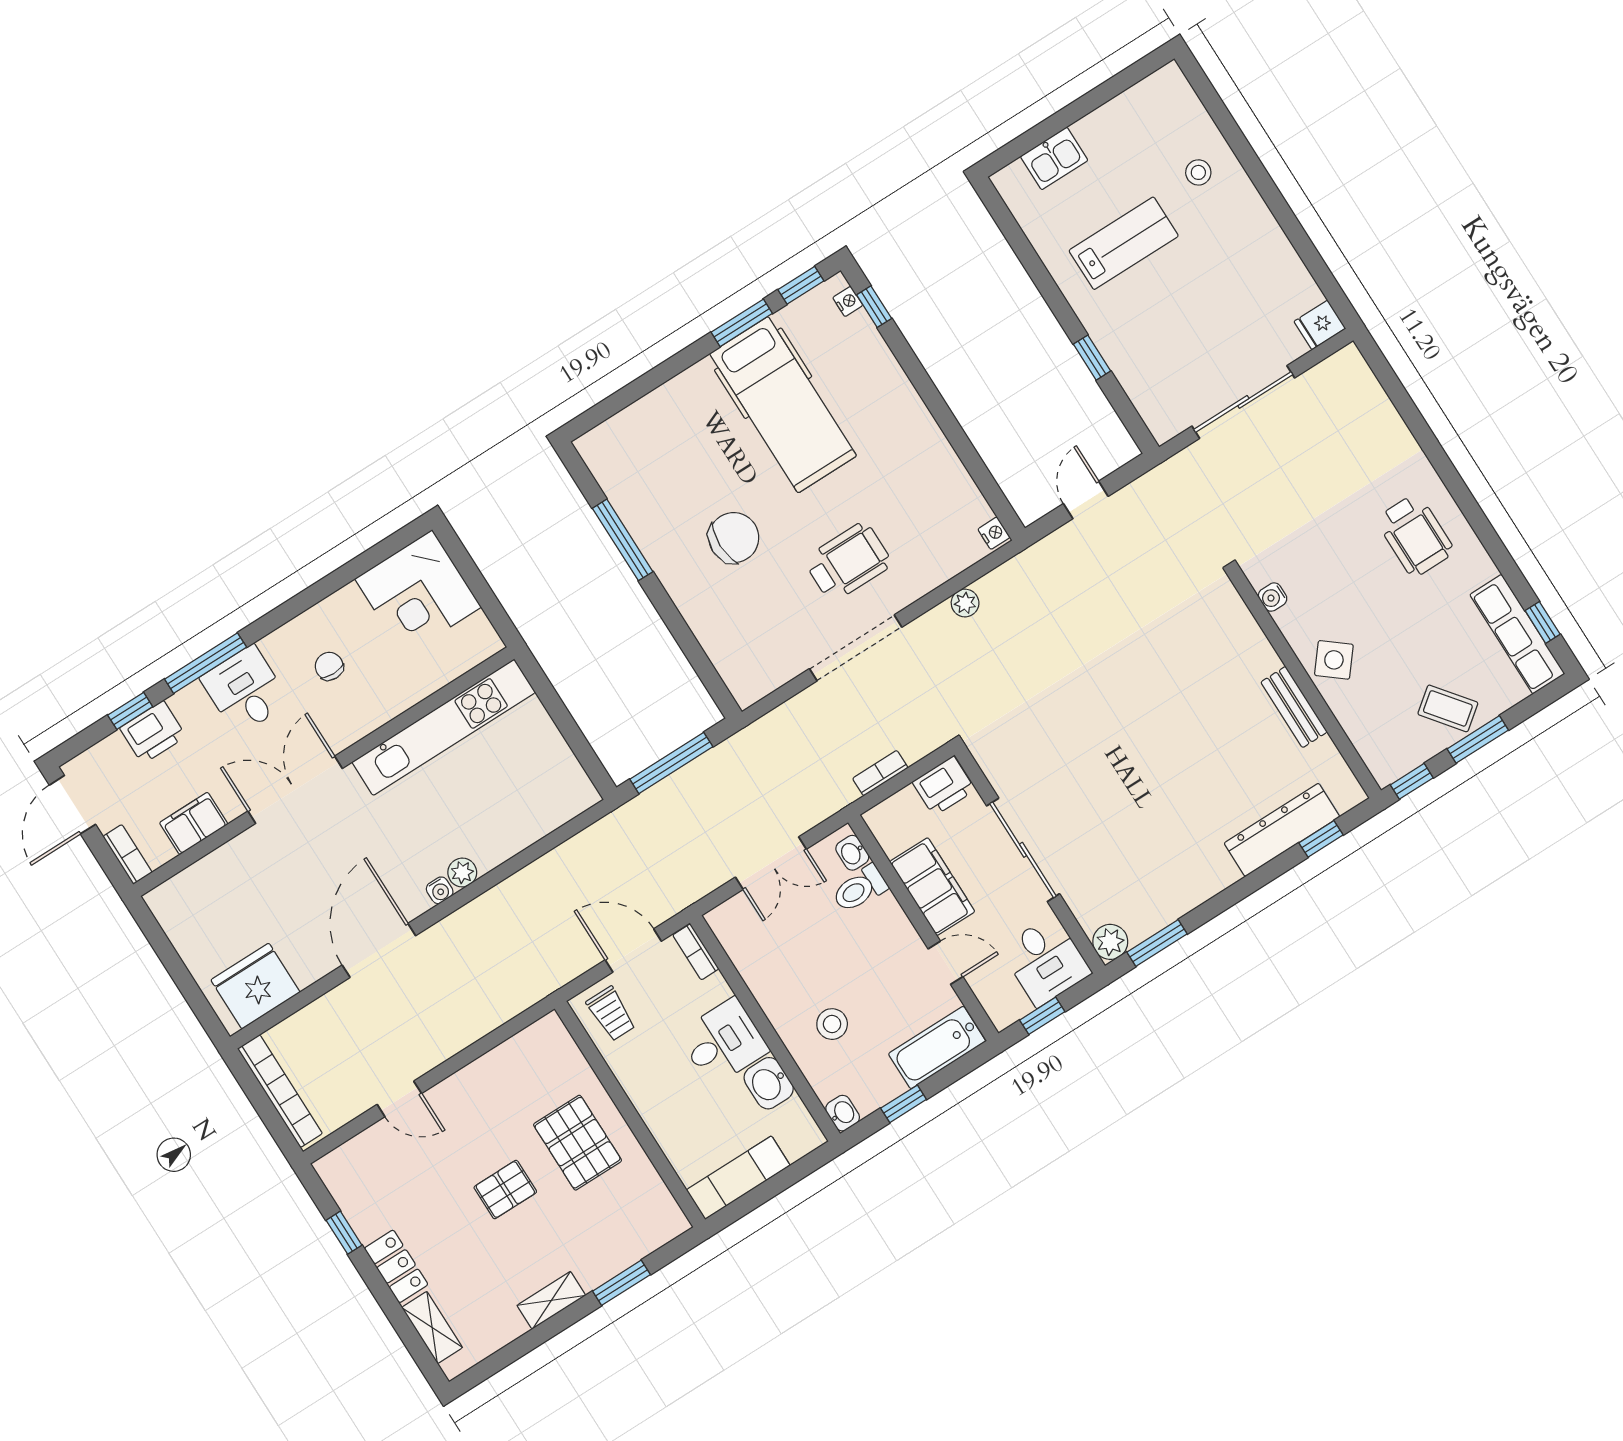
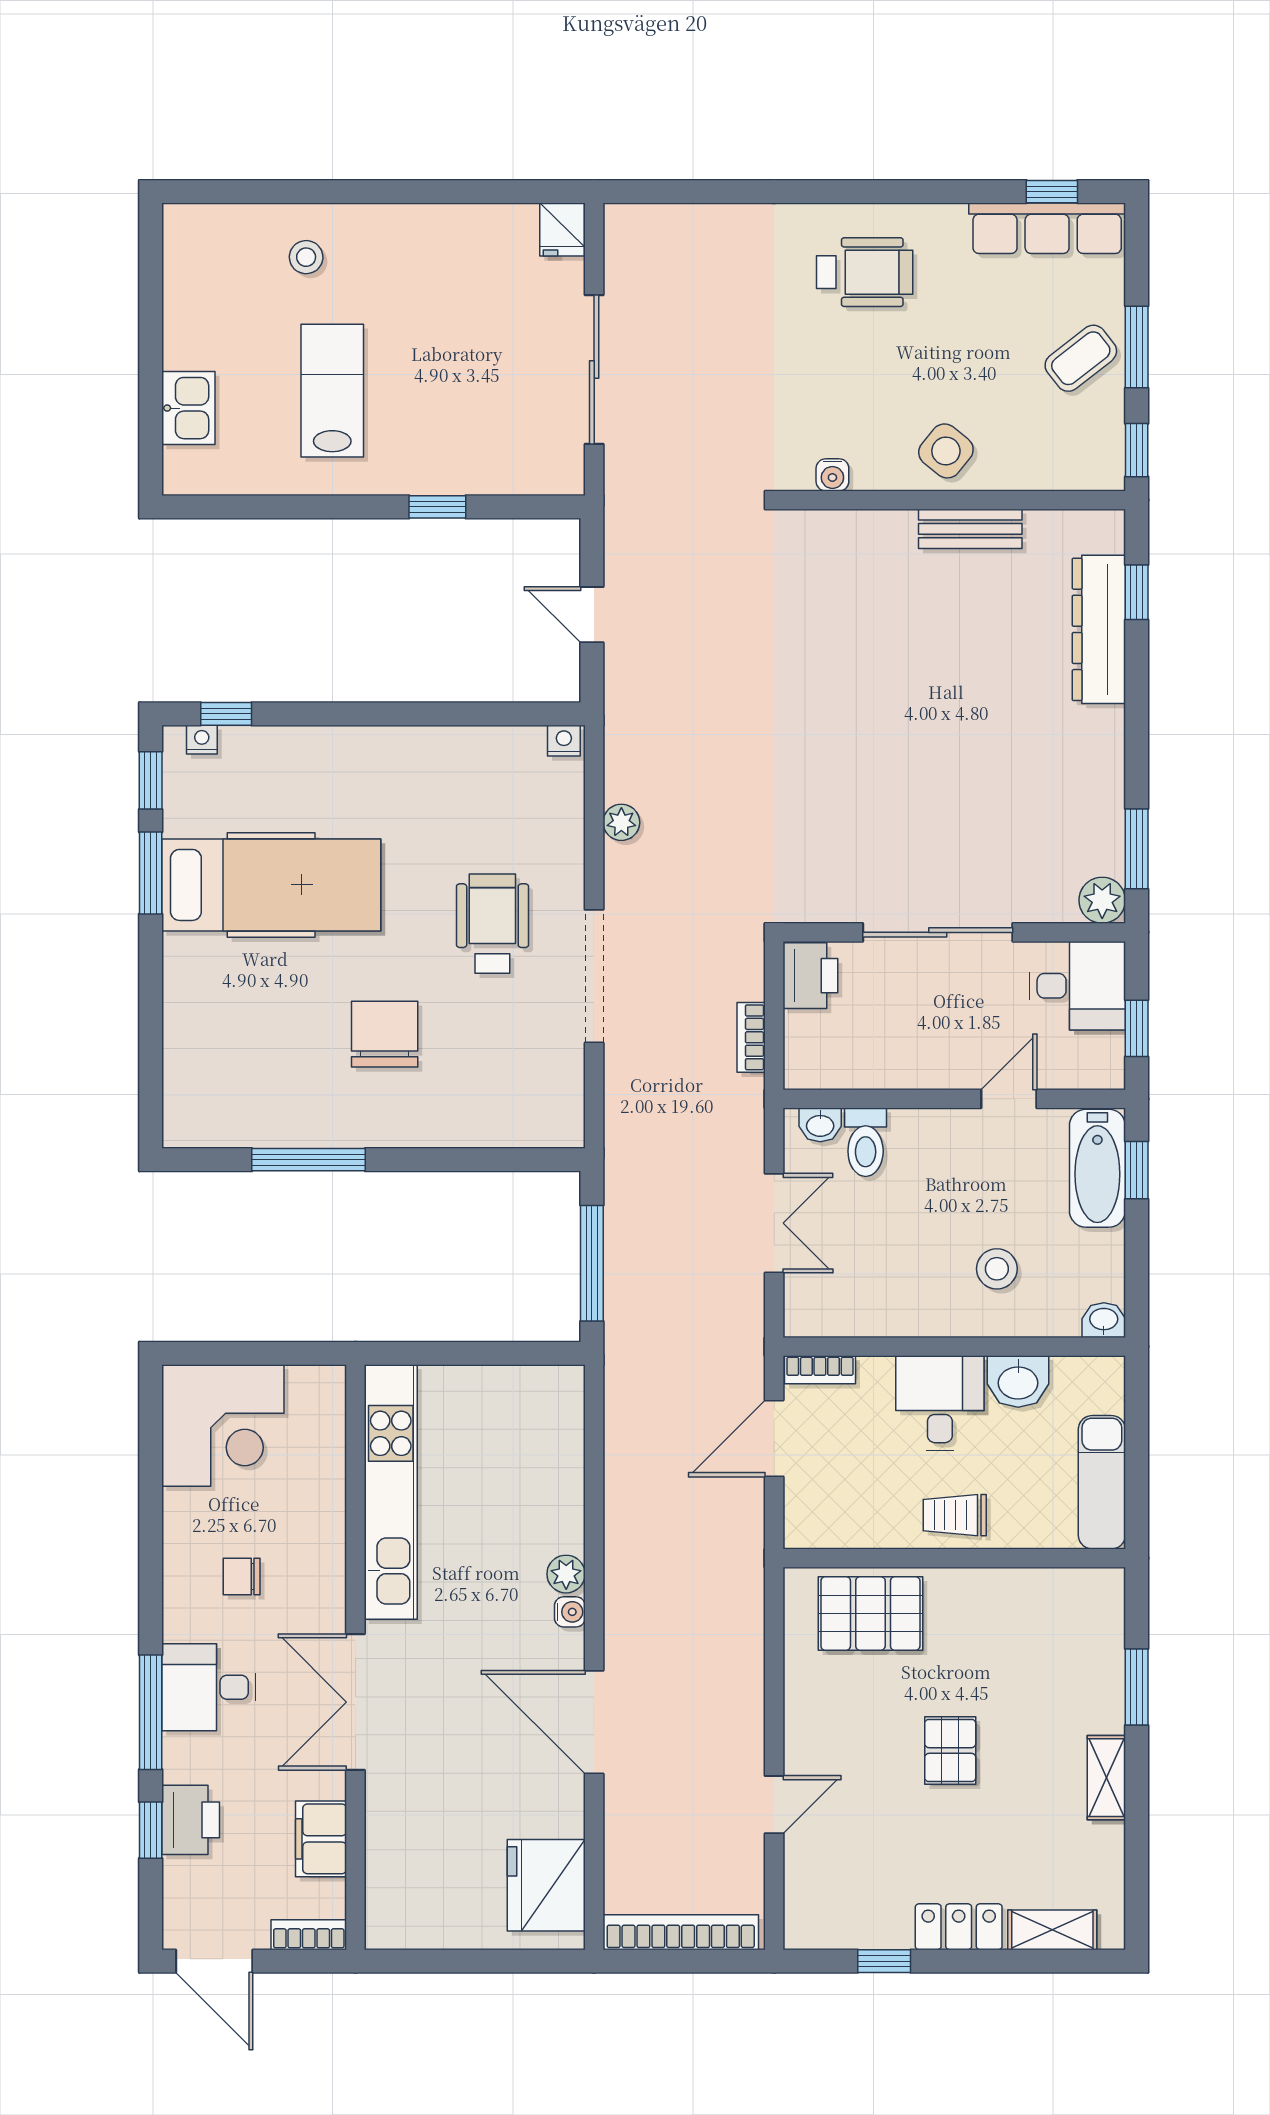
filing cabinet: (932, 887) -> (915, 1060), removed
trolley: (611, 1014) -> (955, 1515), moved, turned 180
window: (904, 1104) -> (1137, 1170), moved
pallet: (578, 1143) -> (870, 1613), moved

